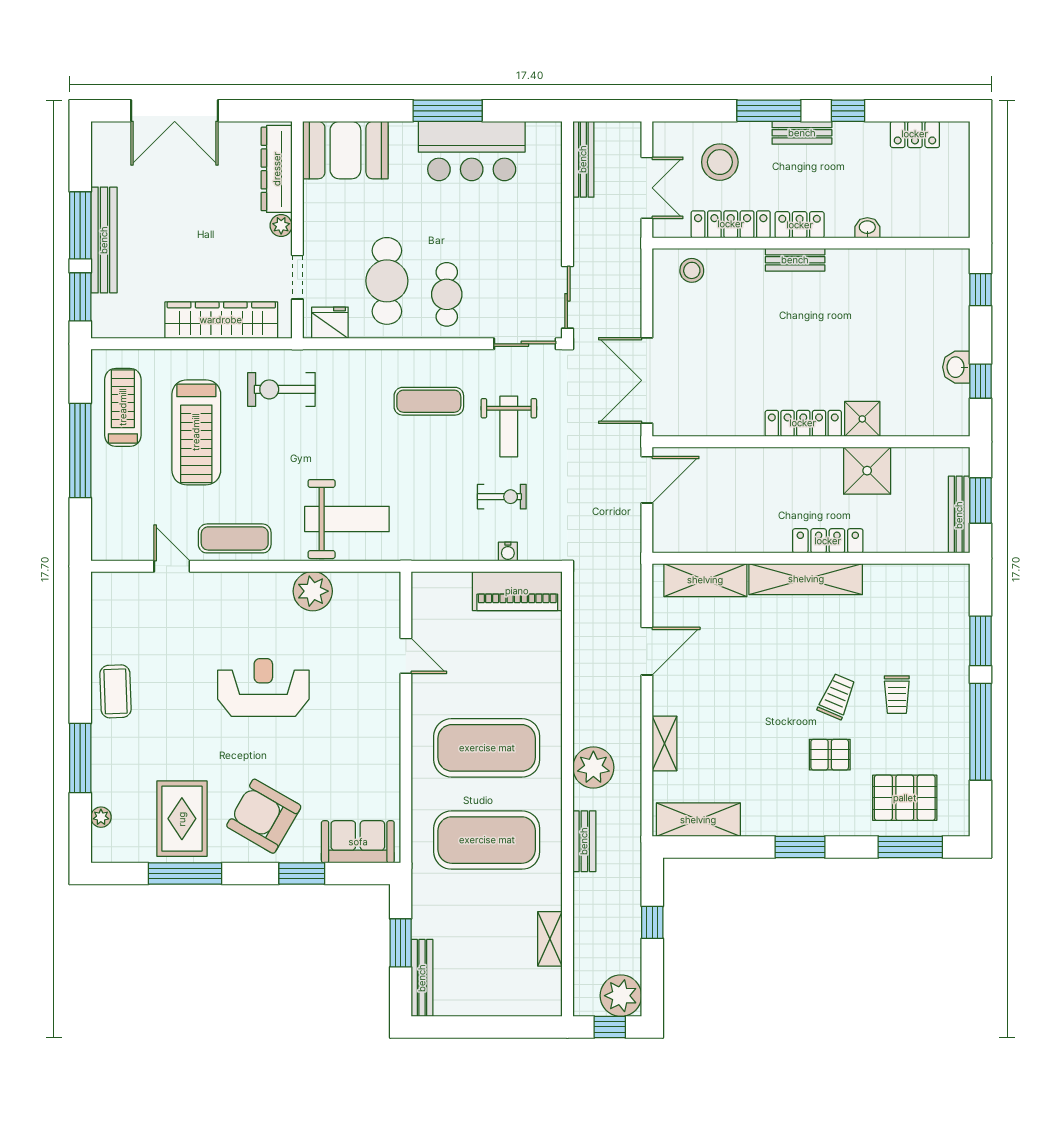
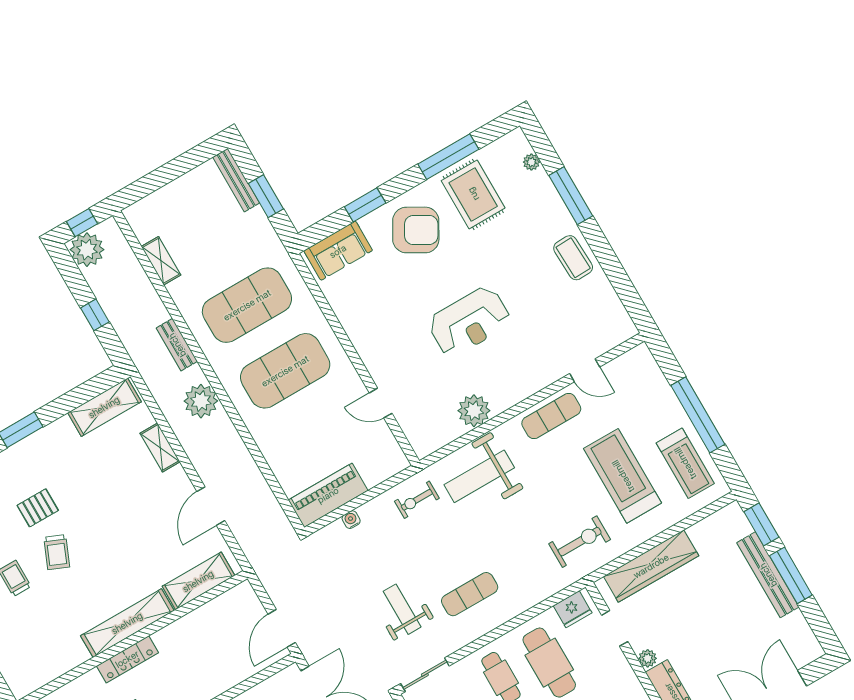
exercise bike: (502, 497) -> (417, 500), moved

